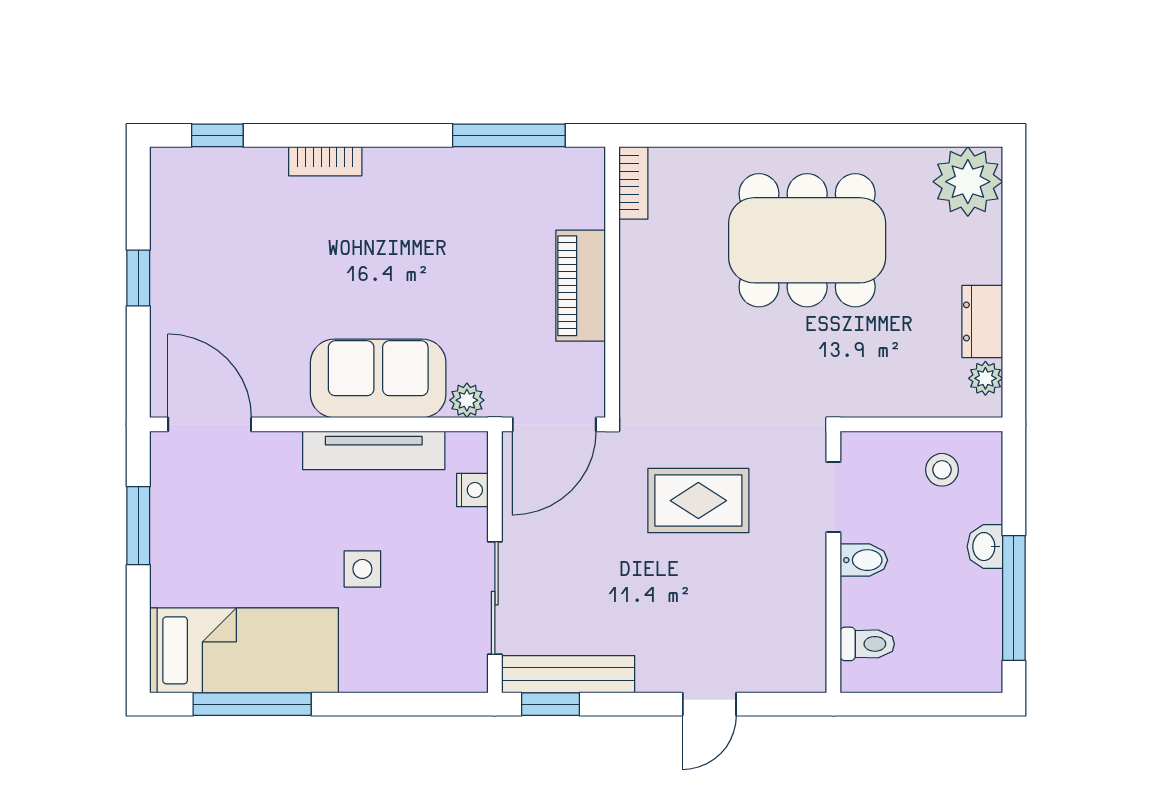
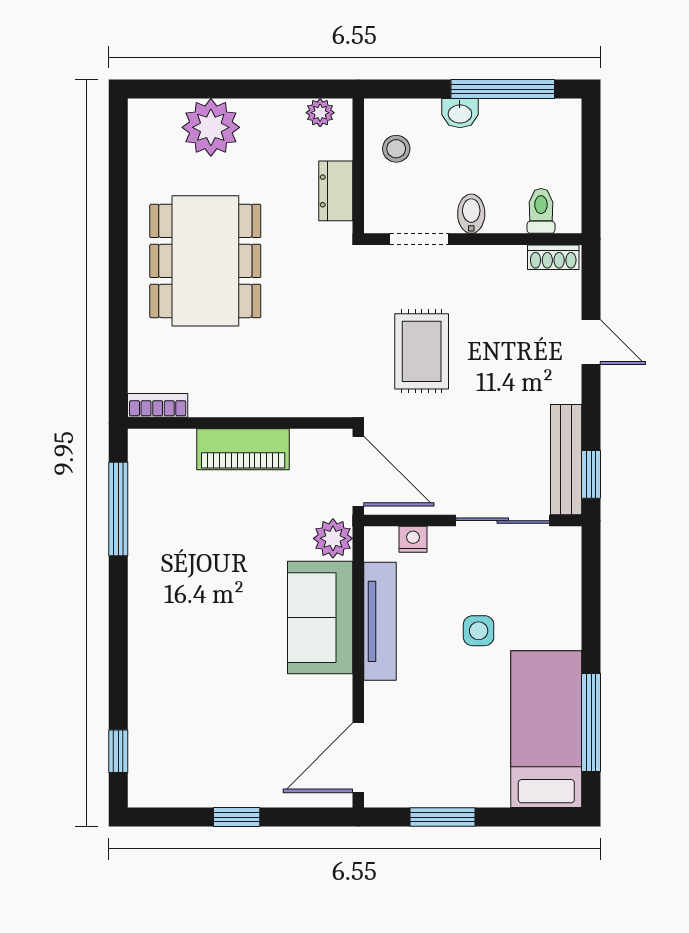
bookcase: (325, 161) -> (140, 662), removed
plant: (968, 182) -> (211, 127), moved
dresser: (982, 321) -> (336, 191), moved, turned 90
plant: (467, 400) -> (333, 538), width x1.38, depth x1.38
shoe rack: (812, 659) -> (553, 257), added

